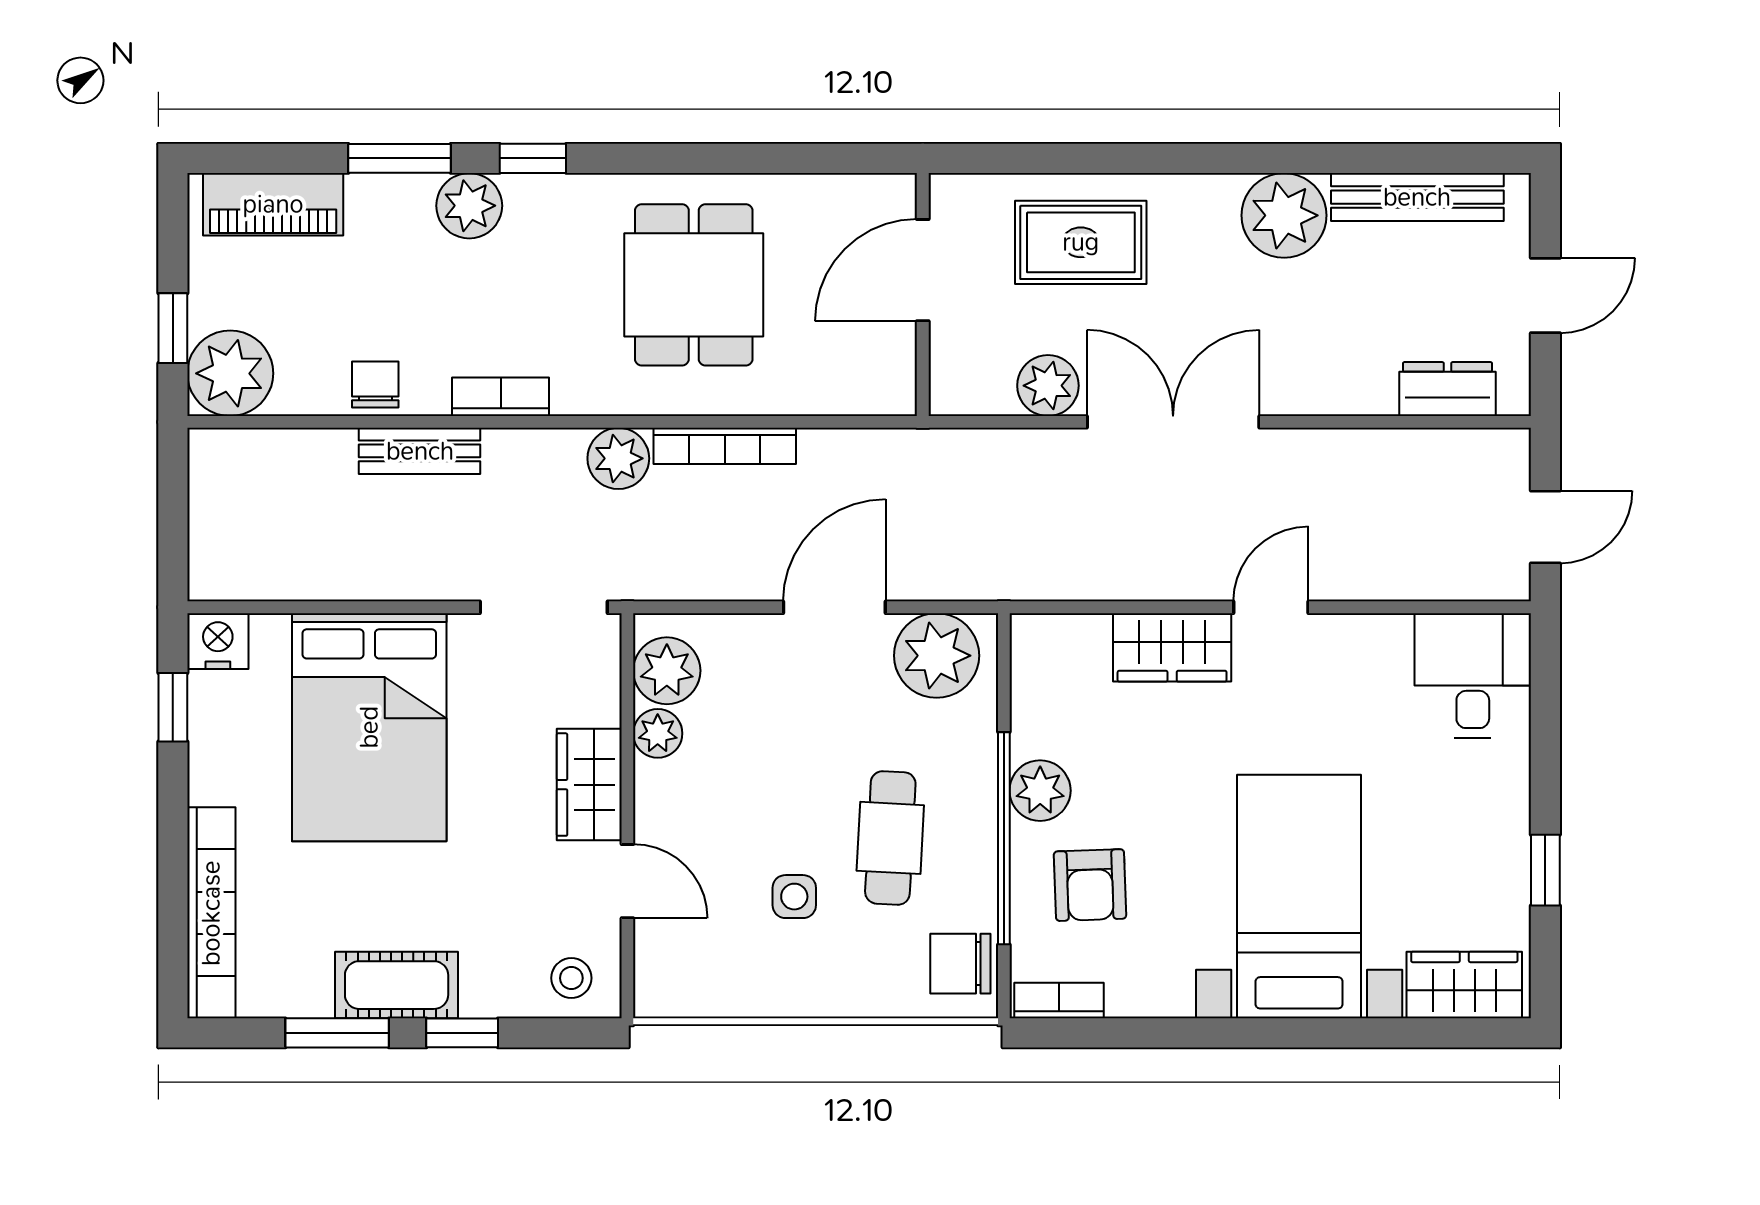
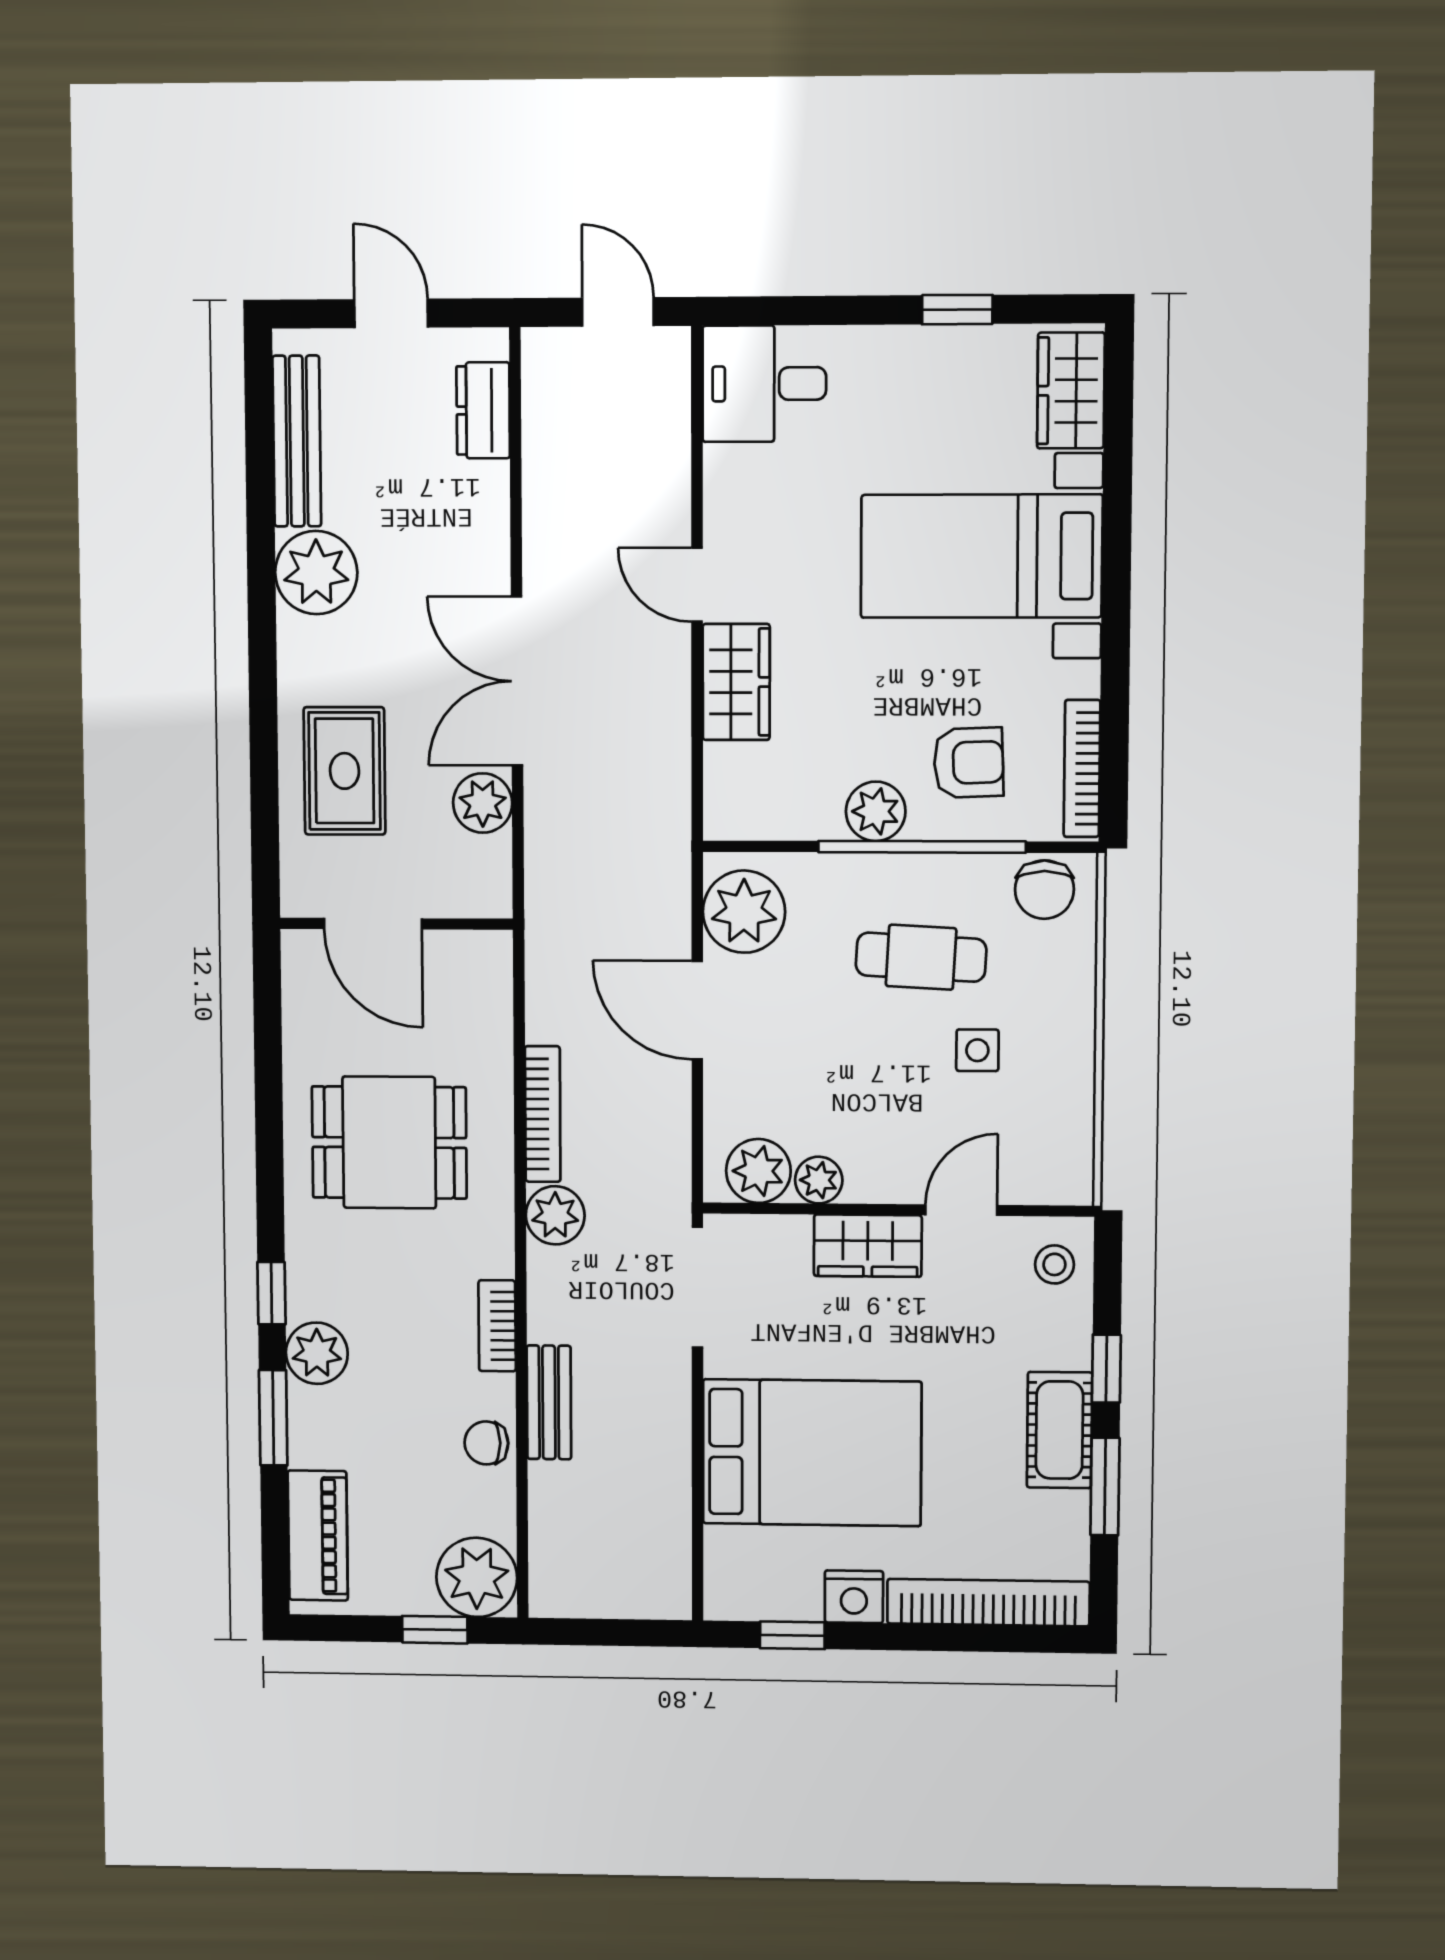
nightstand: (218, 641) -> (854, 1597), moved, turned -90
bookcase: (1059, 1001) -> (1082, 769), width x1.56

